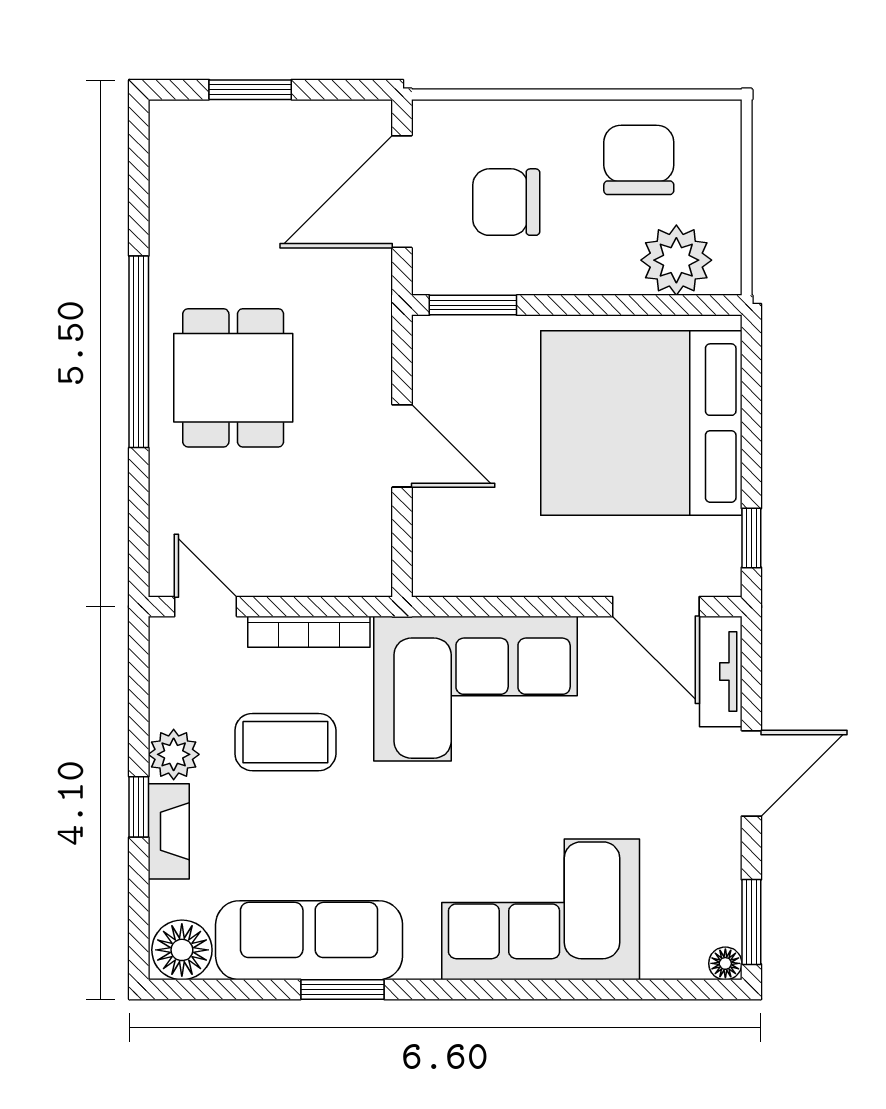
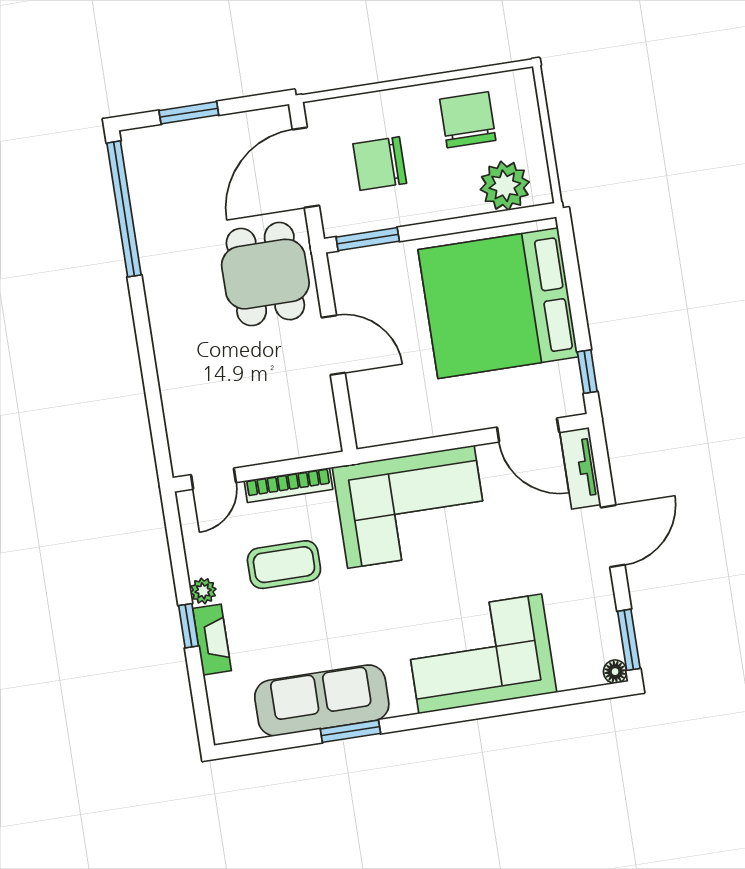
window: (139, 352) -> (124, 209), moved
dining table: (233, 378) -> (265, 274), moved
door: (206, 607) -> (214, 479), swing flipped
plant: (174, 754) -> (203, 591), width x0.73, depth x0.73
floor lamp: (182, 950) -> (234, 721), removed

